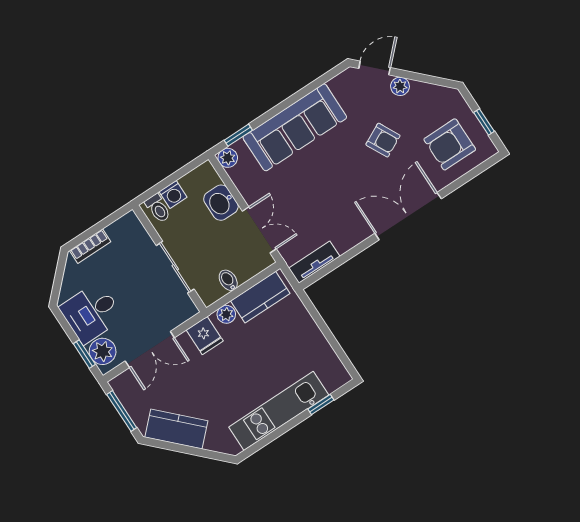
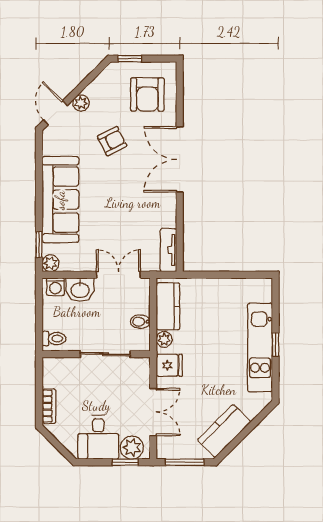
window: (484, 122) -> (130, 59), moved
washing machine: (173, 194) -> (55, 287), moved, turned 90
window: (321, 404) -> (275, 345), moved

